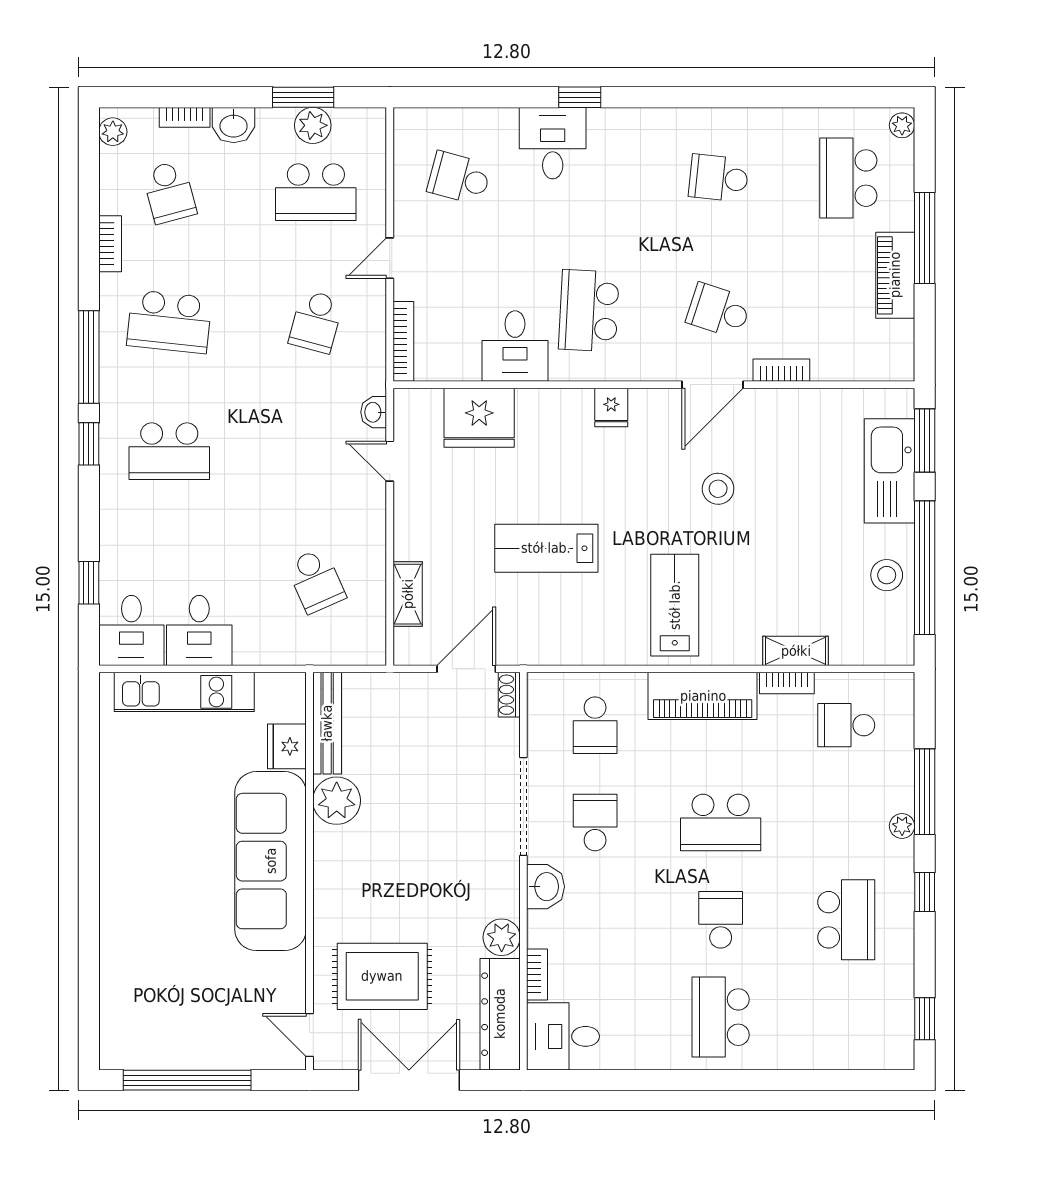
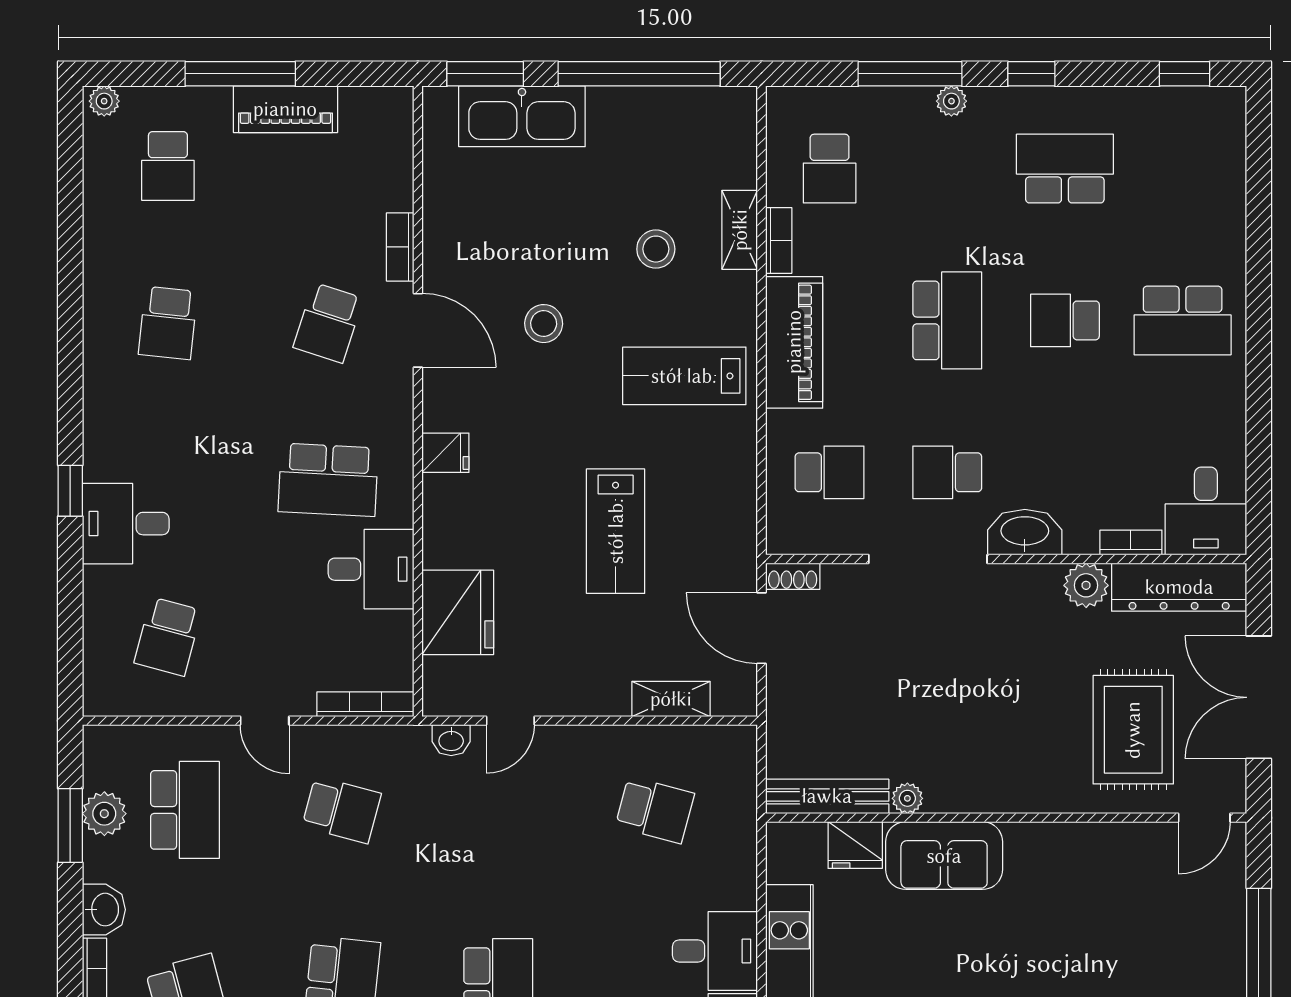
school desk: (848, 178) -> (168, 166), width x0.54
stool: (887, 575) -> (656, 249), moved
school desk: (316, 581) -> (655, 810), turned 39
plant: (337, 801) -> (907, 798), width x0.53, depth x0.53
sofa: (271, 861) -> (944, 856), width x0.54, depth x0.79
washbasin: (546, 887) -> (1025, 532), width x1.38

